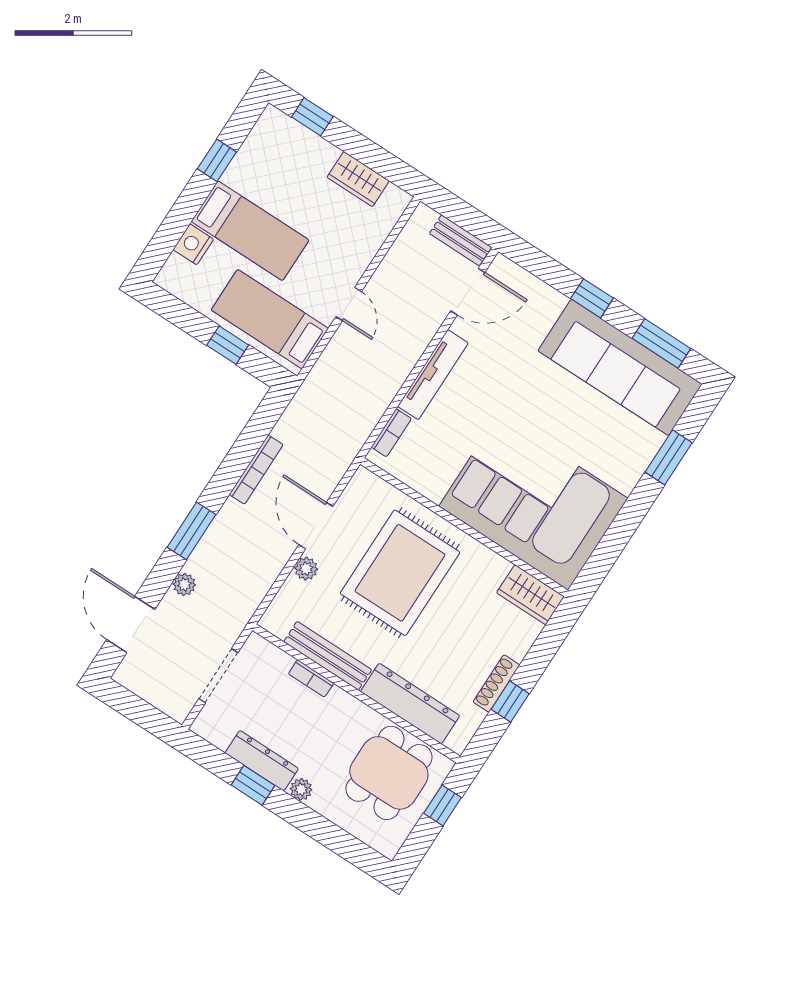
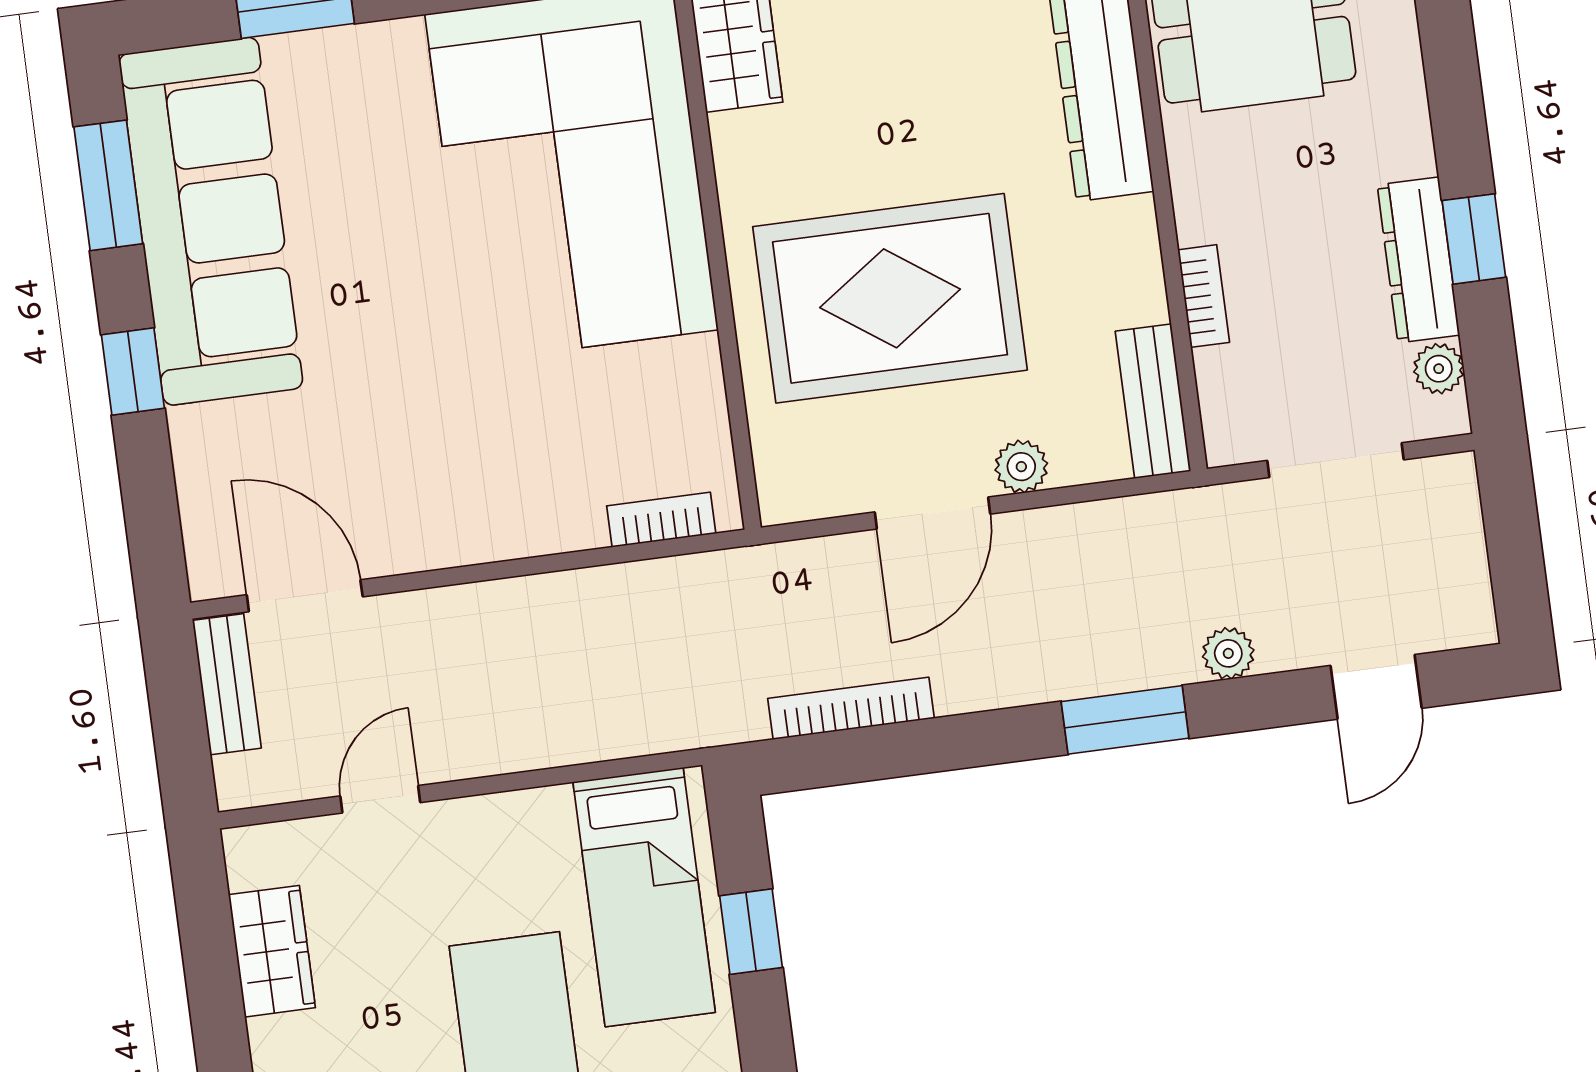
door: (349, 304) -> (380, 799), moved
tv unit: (433, 375) -> (499, 534), removed
bookcase: (256, 470) -> (851, 708), moved
door: (131, 624) -> (1376, 687), width x0.73
bench: (328, 656) -> (1153, 401), moved, width x0.73
plant: (301, 789) -> (1439, 369), moved

